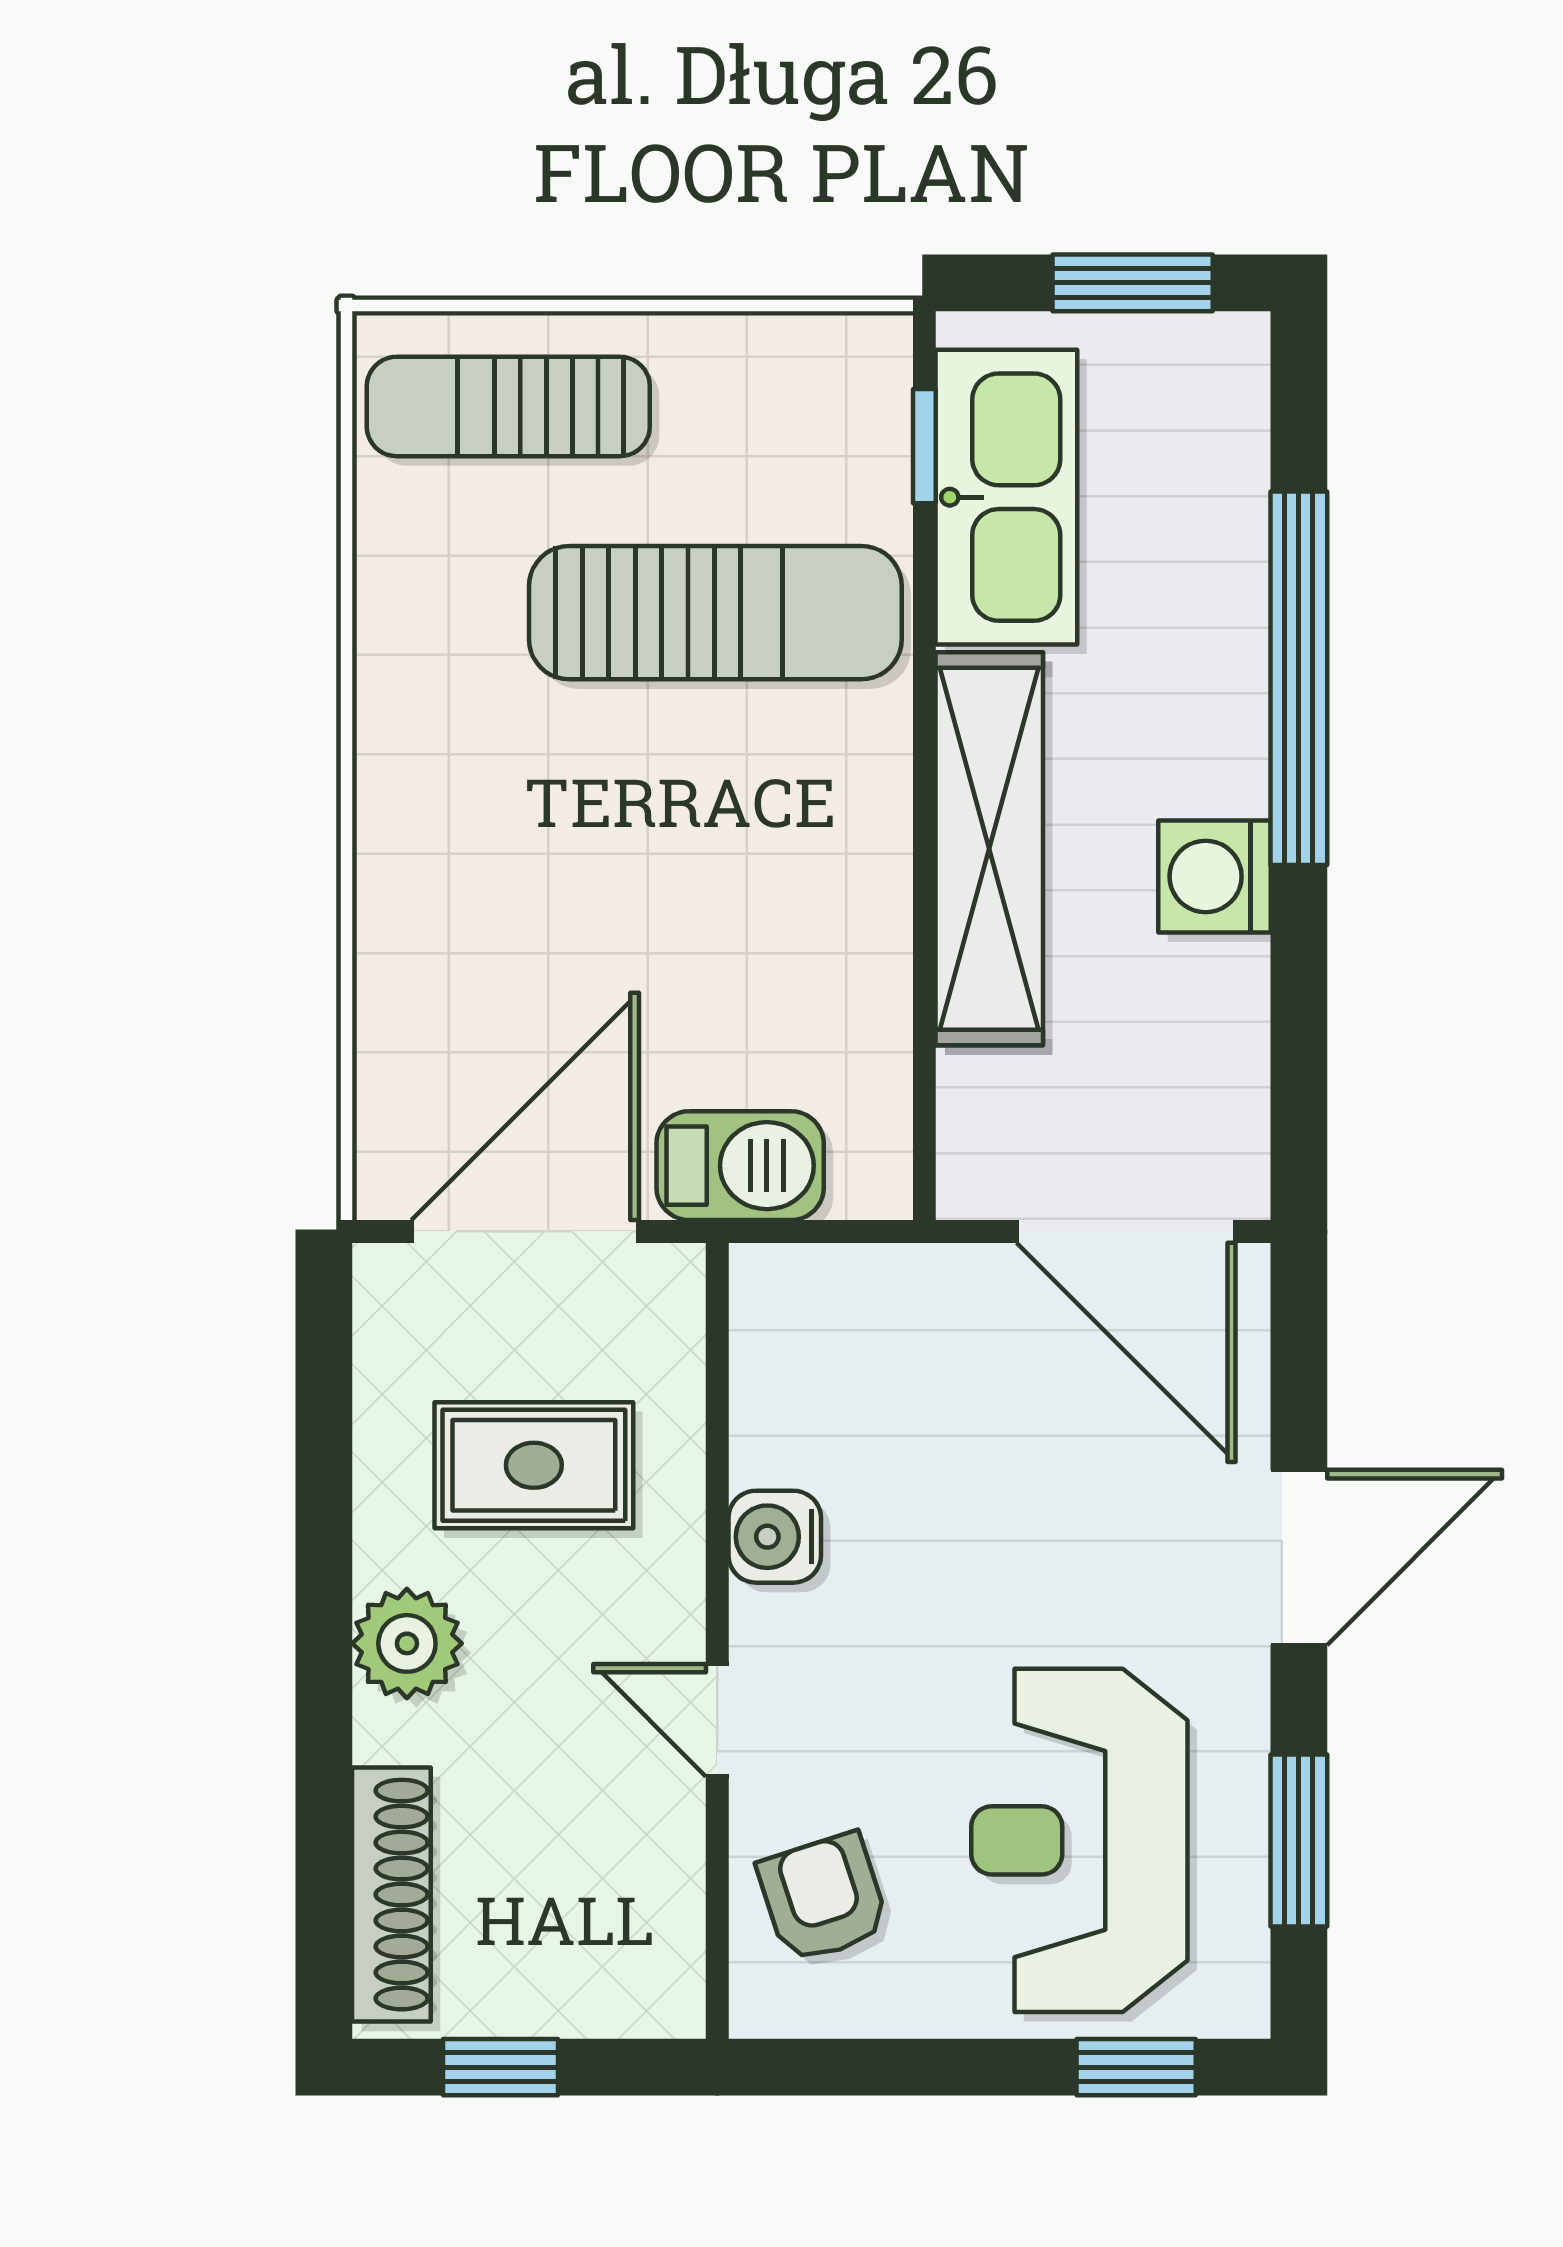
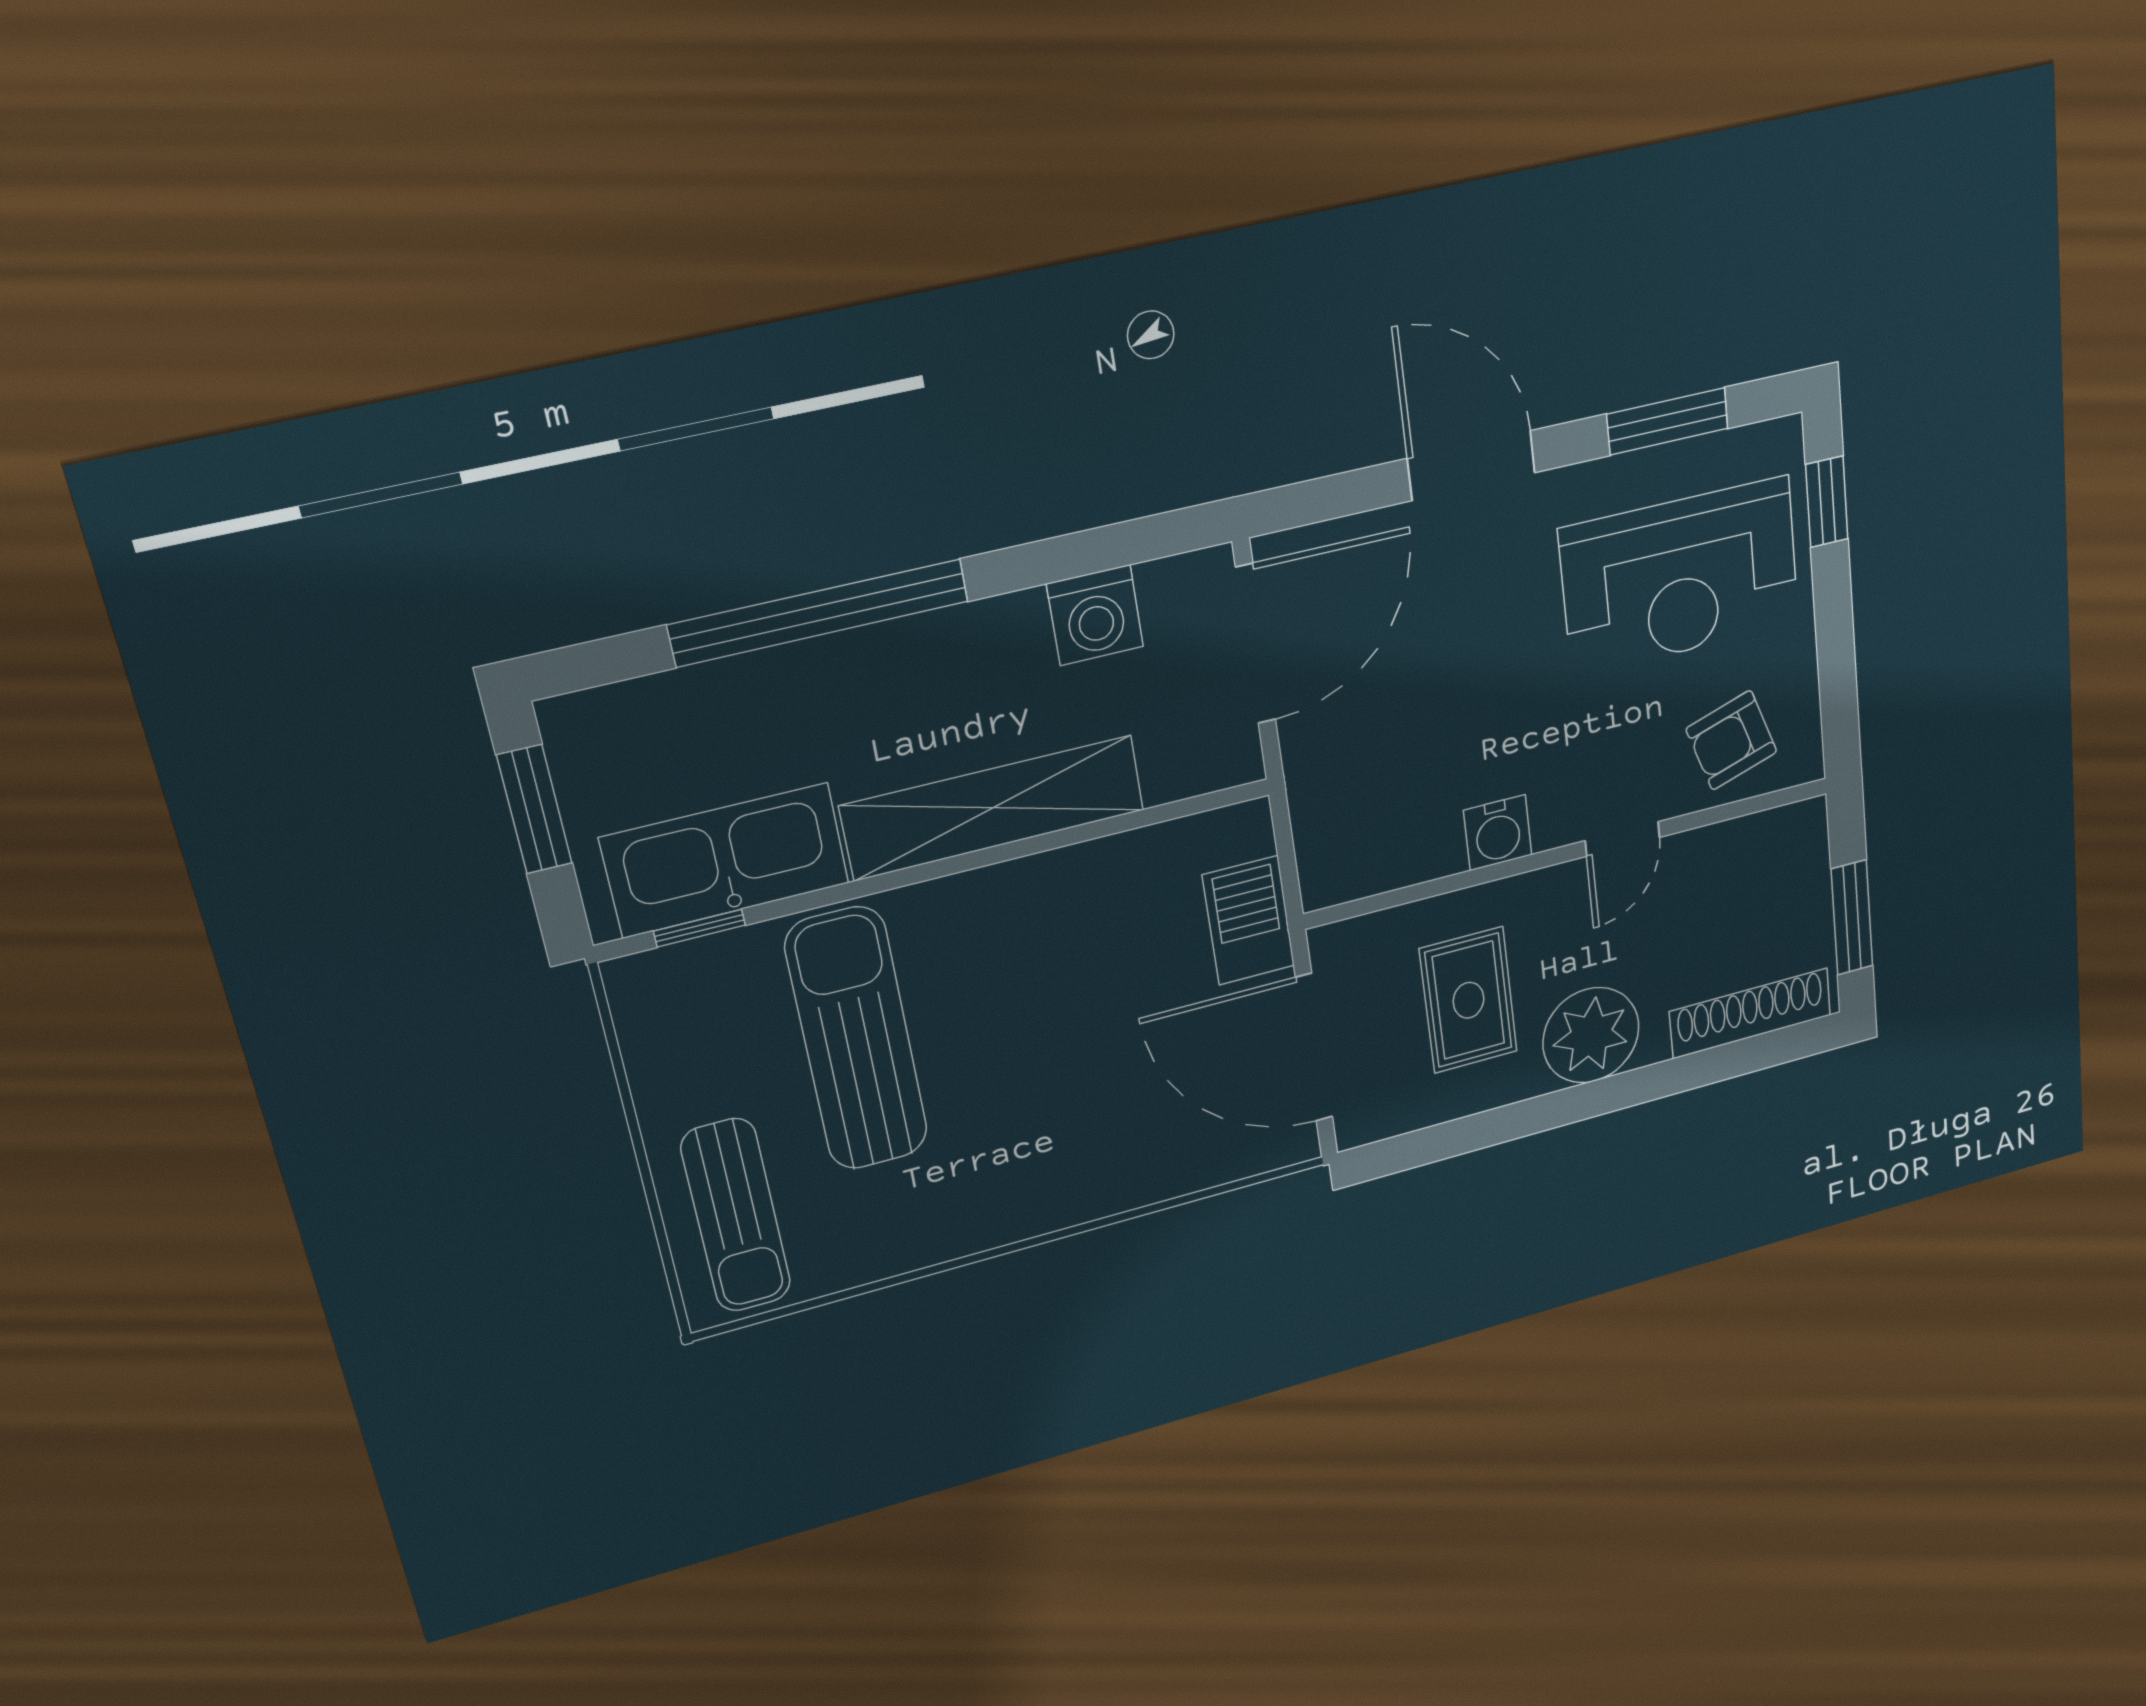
washing machine: (1215, 876) -> (1095, 615), moved
plant: (407, 1643) -> (1591, 1035), width x1.36, depth x1.36
window: (500, 2067) -> (1852, 918), width x1.50

